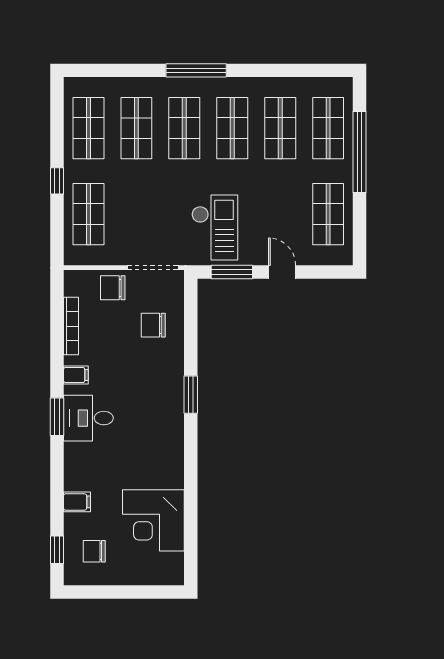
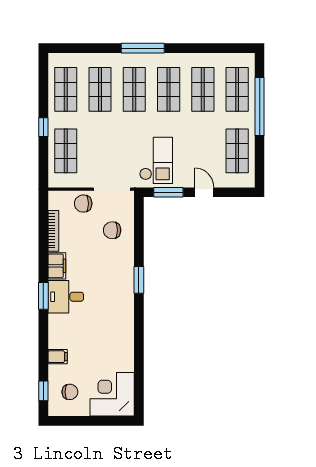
filing cabinet: (76, 375) -> (57, 266), width x2.00
corner desk: (153, 520) -> (112, 394), moved, turned 90
chair: (94, 551) -> (70, 392), turned 180

